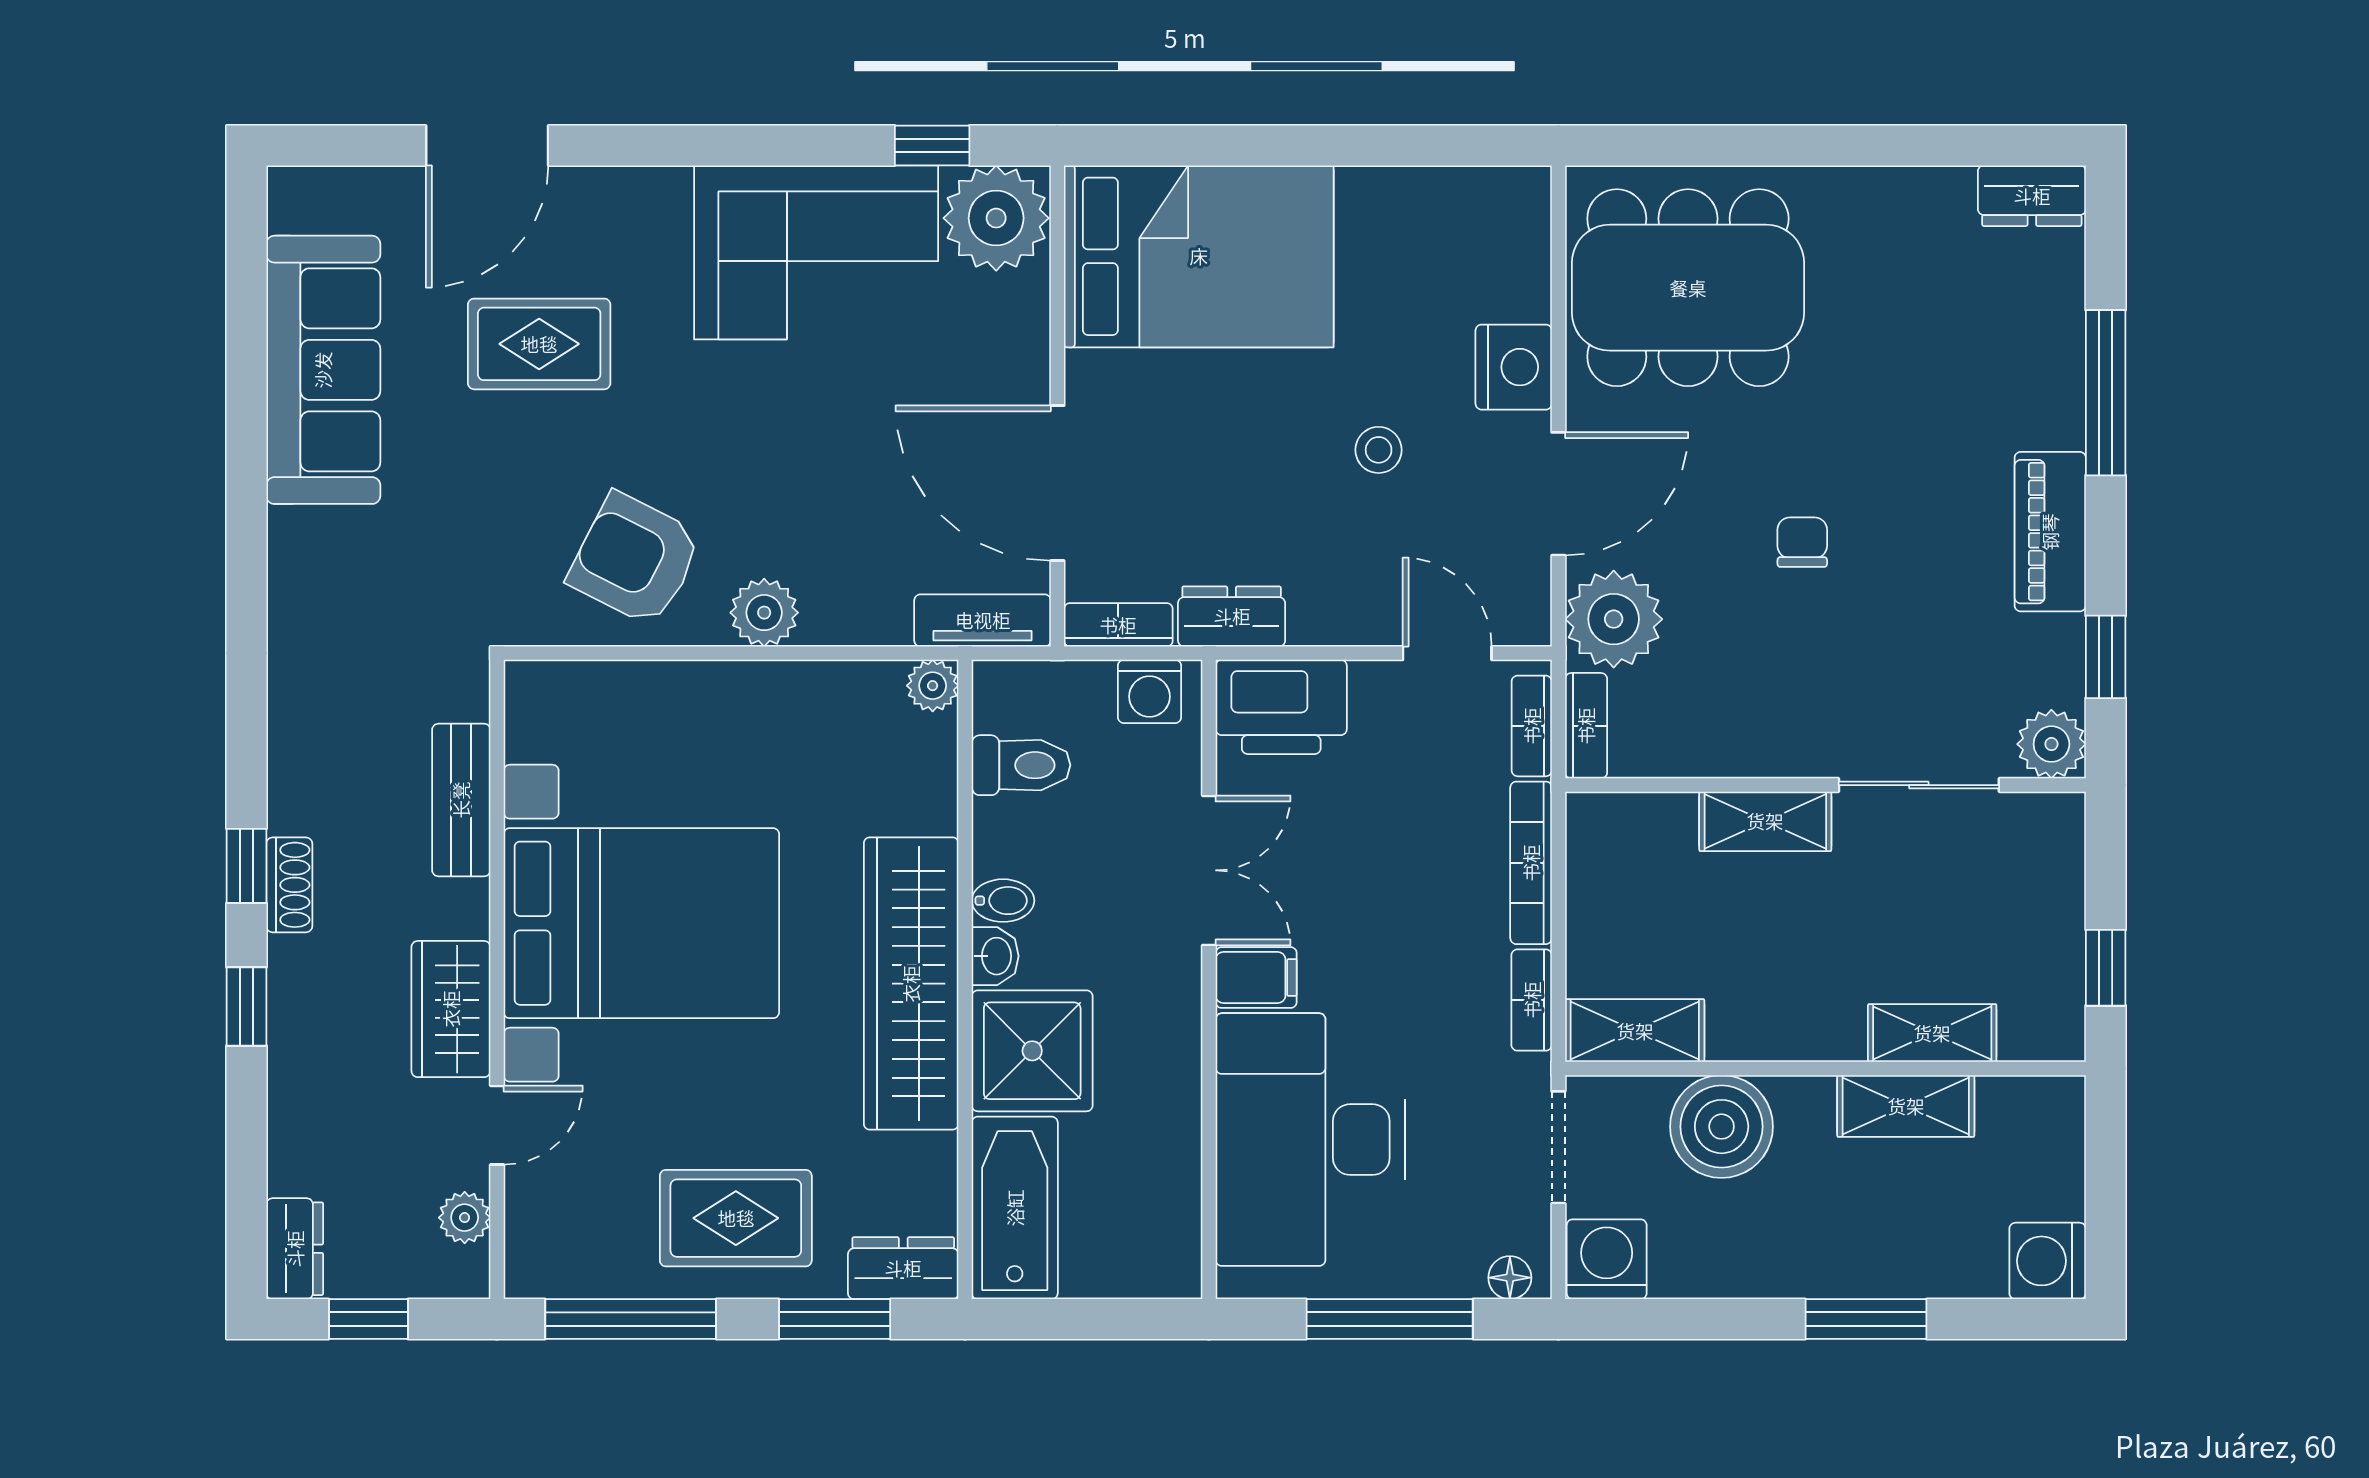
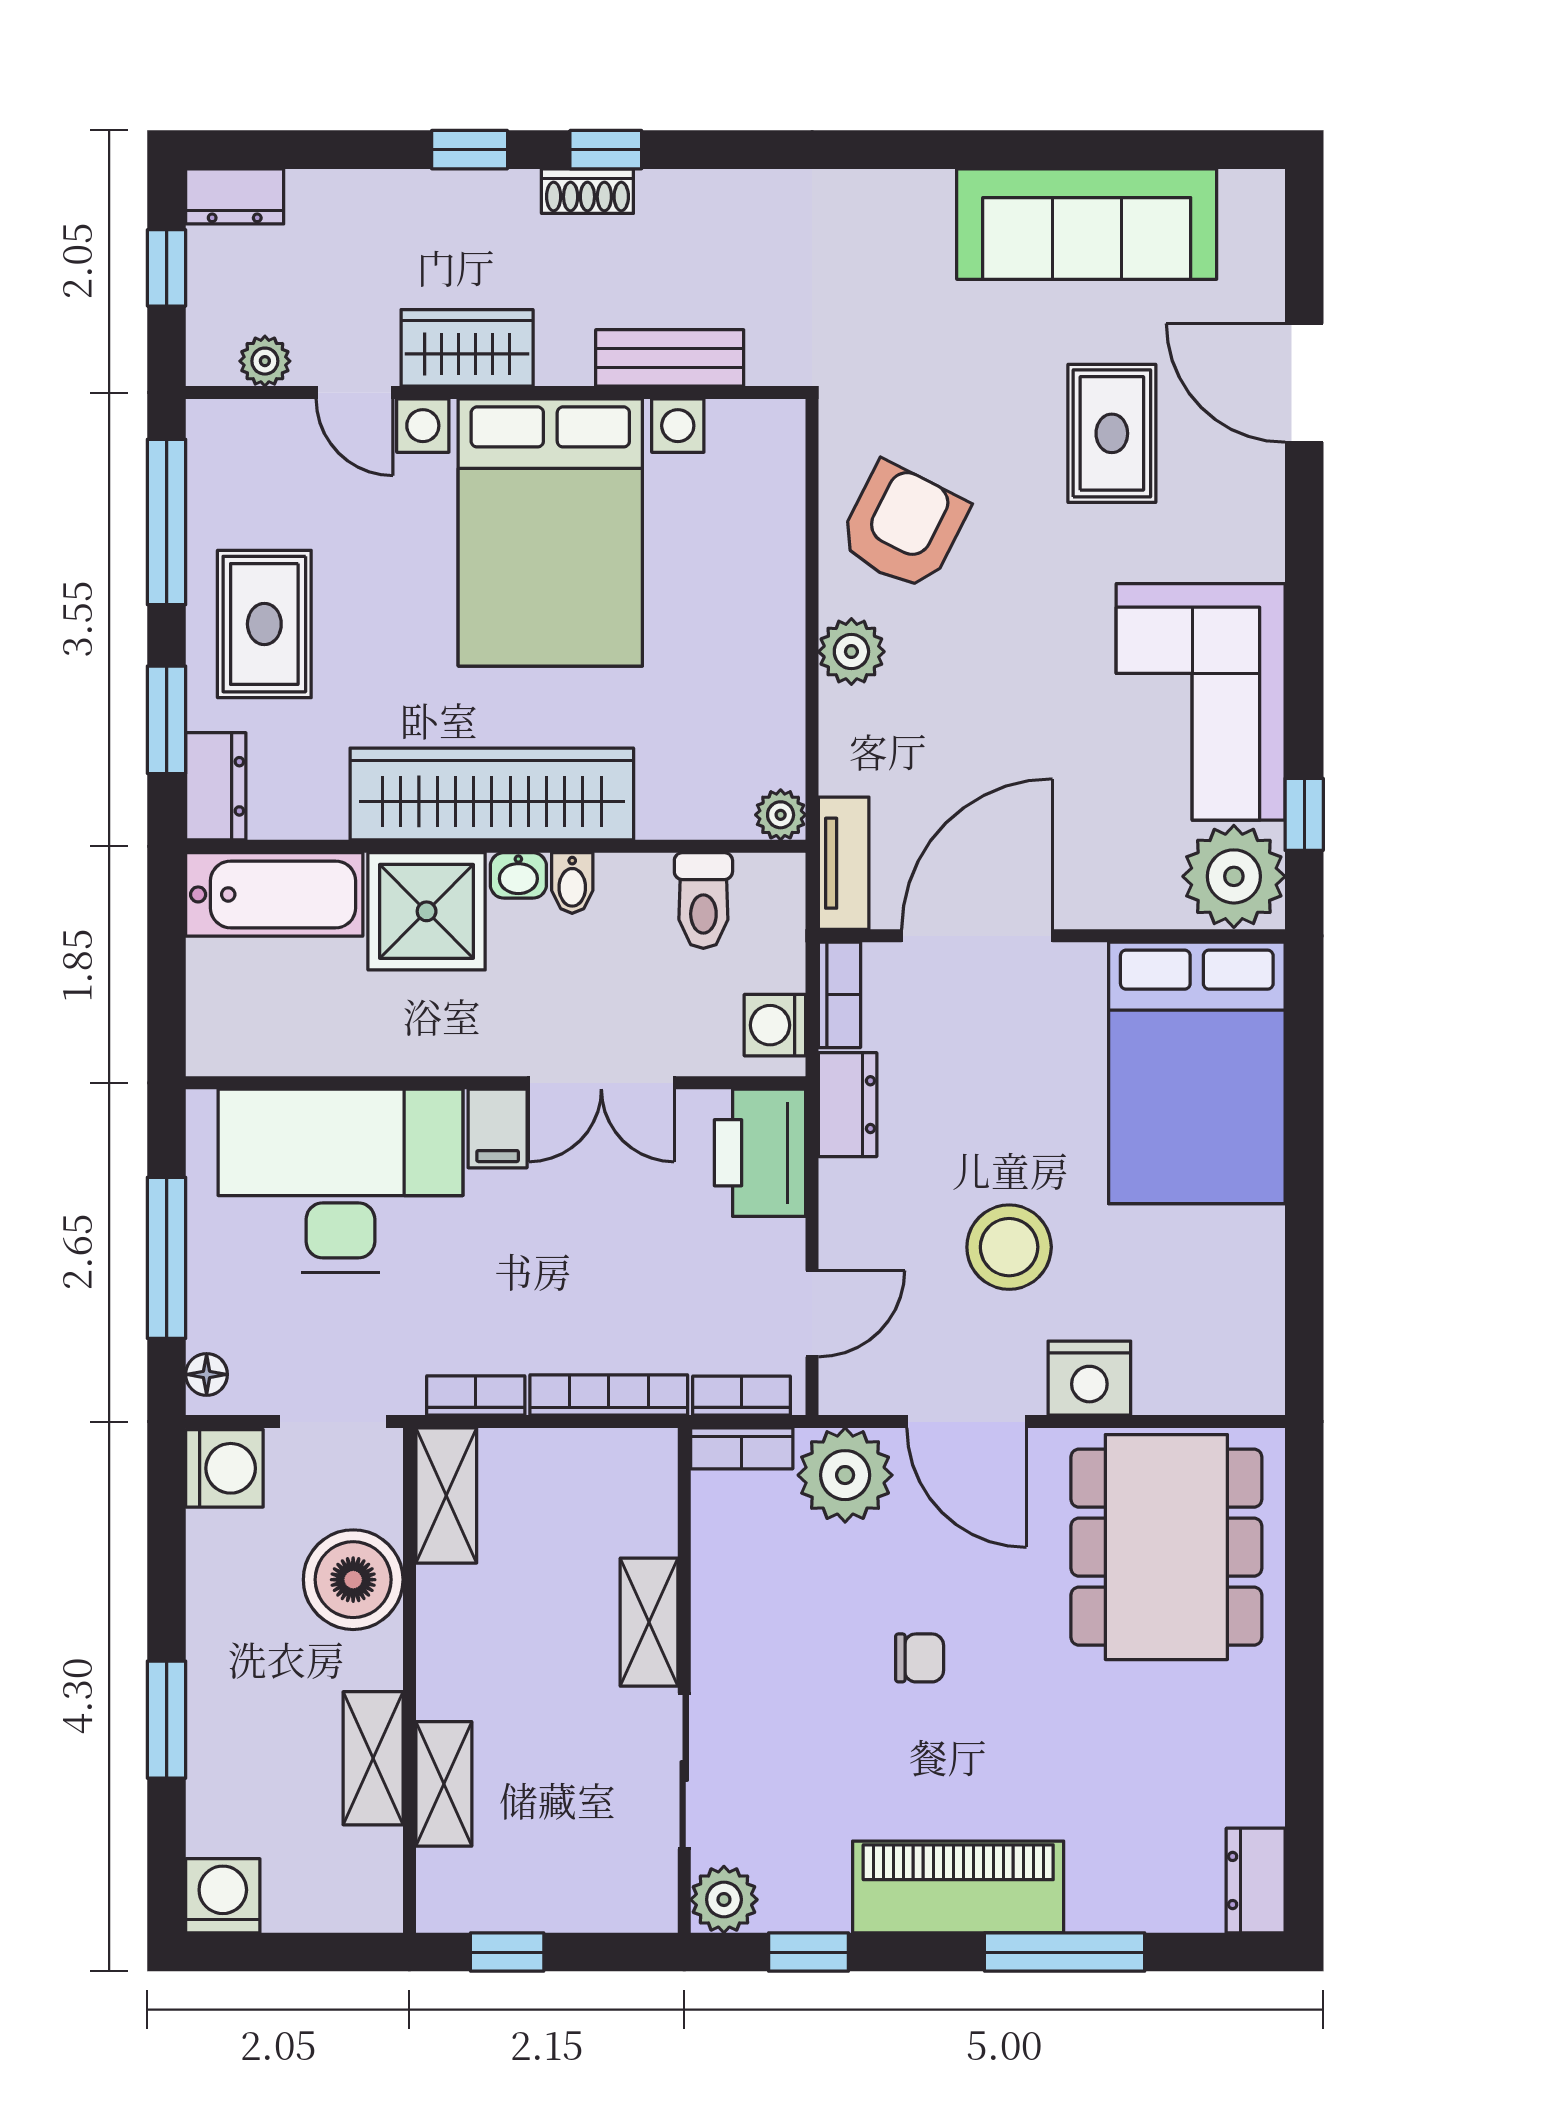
stool: (1379, 450) -> (1009, 1247), width x1.89, depth x1.89
piano: (2050, 532) -> (958, 1887), width x1.37, depth x1.33

